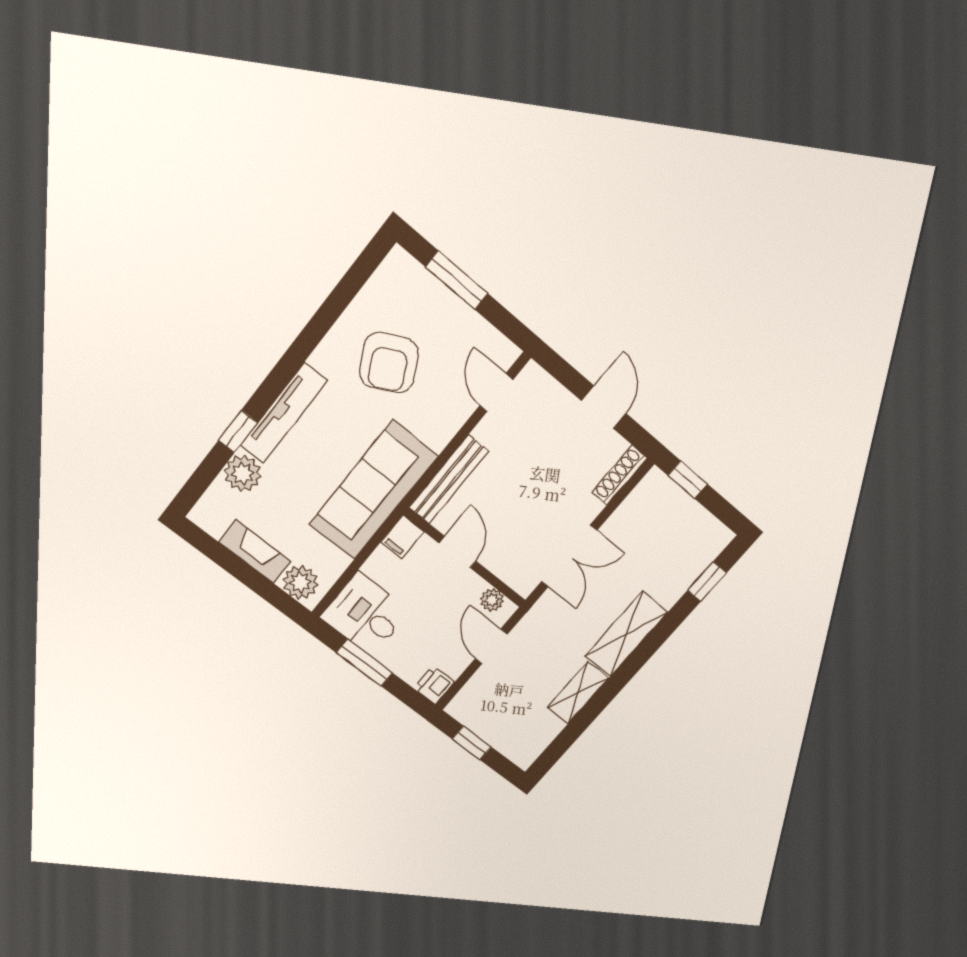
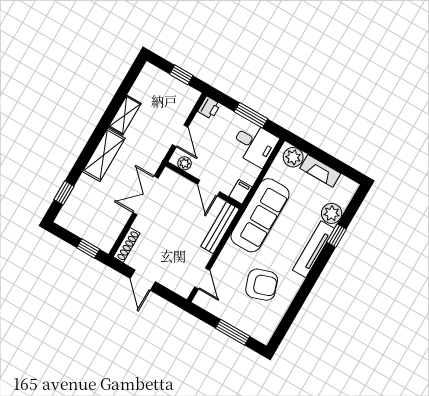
armchair: (389, 363) -> (262, 285), turned 100

